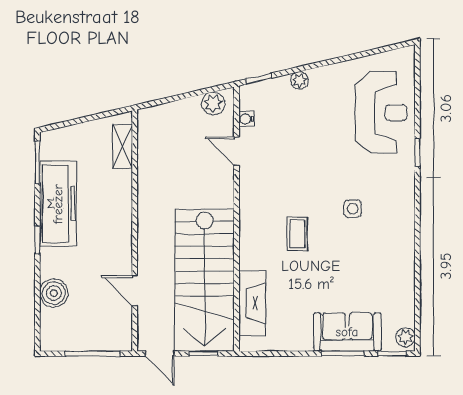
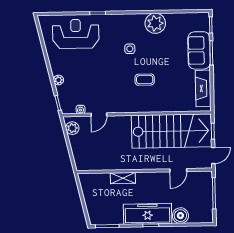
shelving: (123, 147) -> (123, 178), moved
freezer: (58, 204) -> (148, 214), moved
fireplace: (252, 303) -> (203, 88), moved, turned -90
plant: (406, 337) -> (155, 23), moved, width x1.87, depth x1.87

